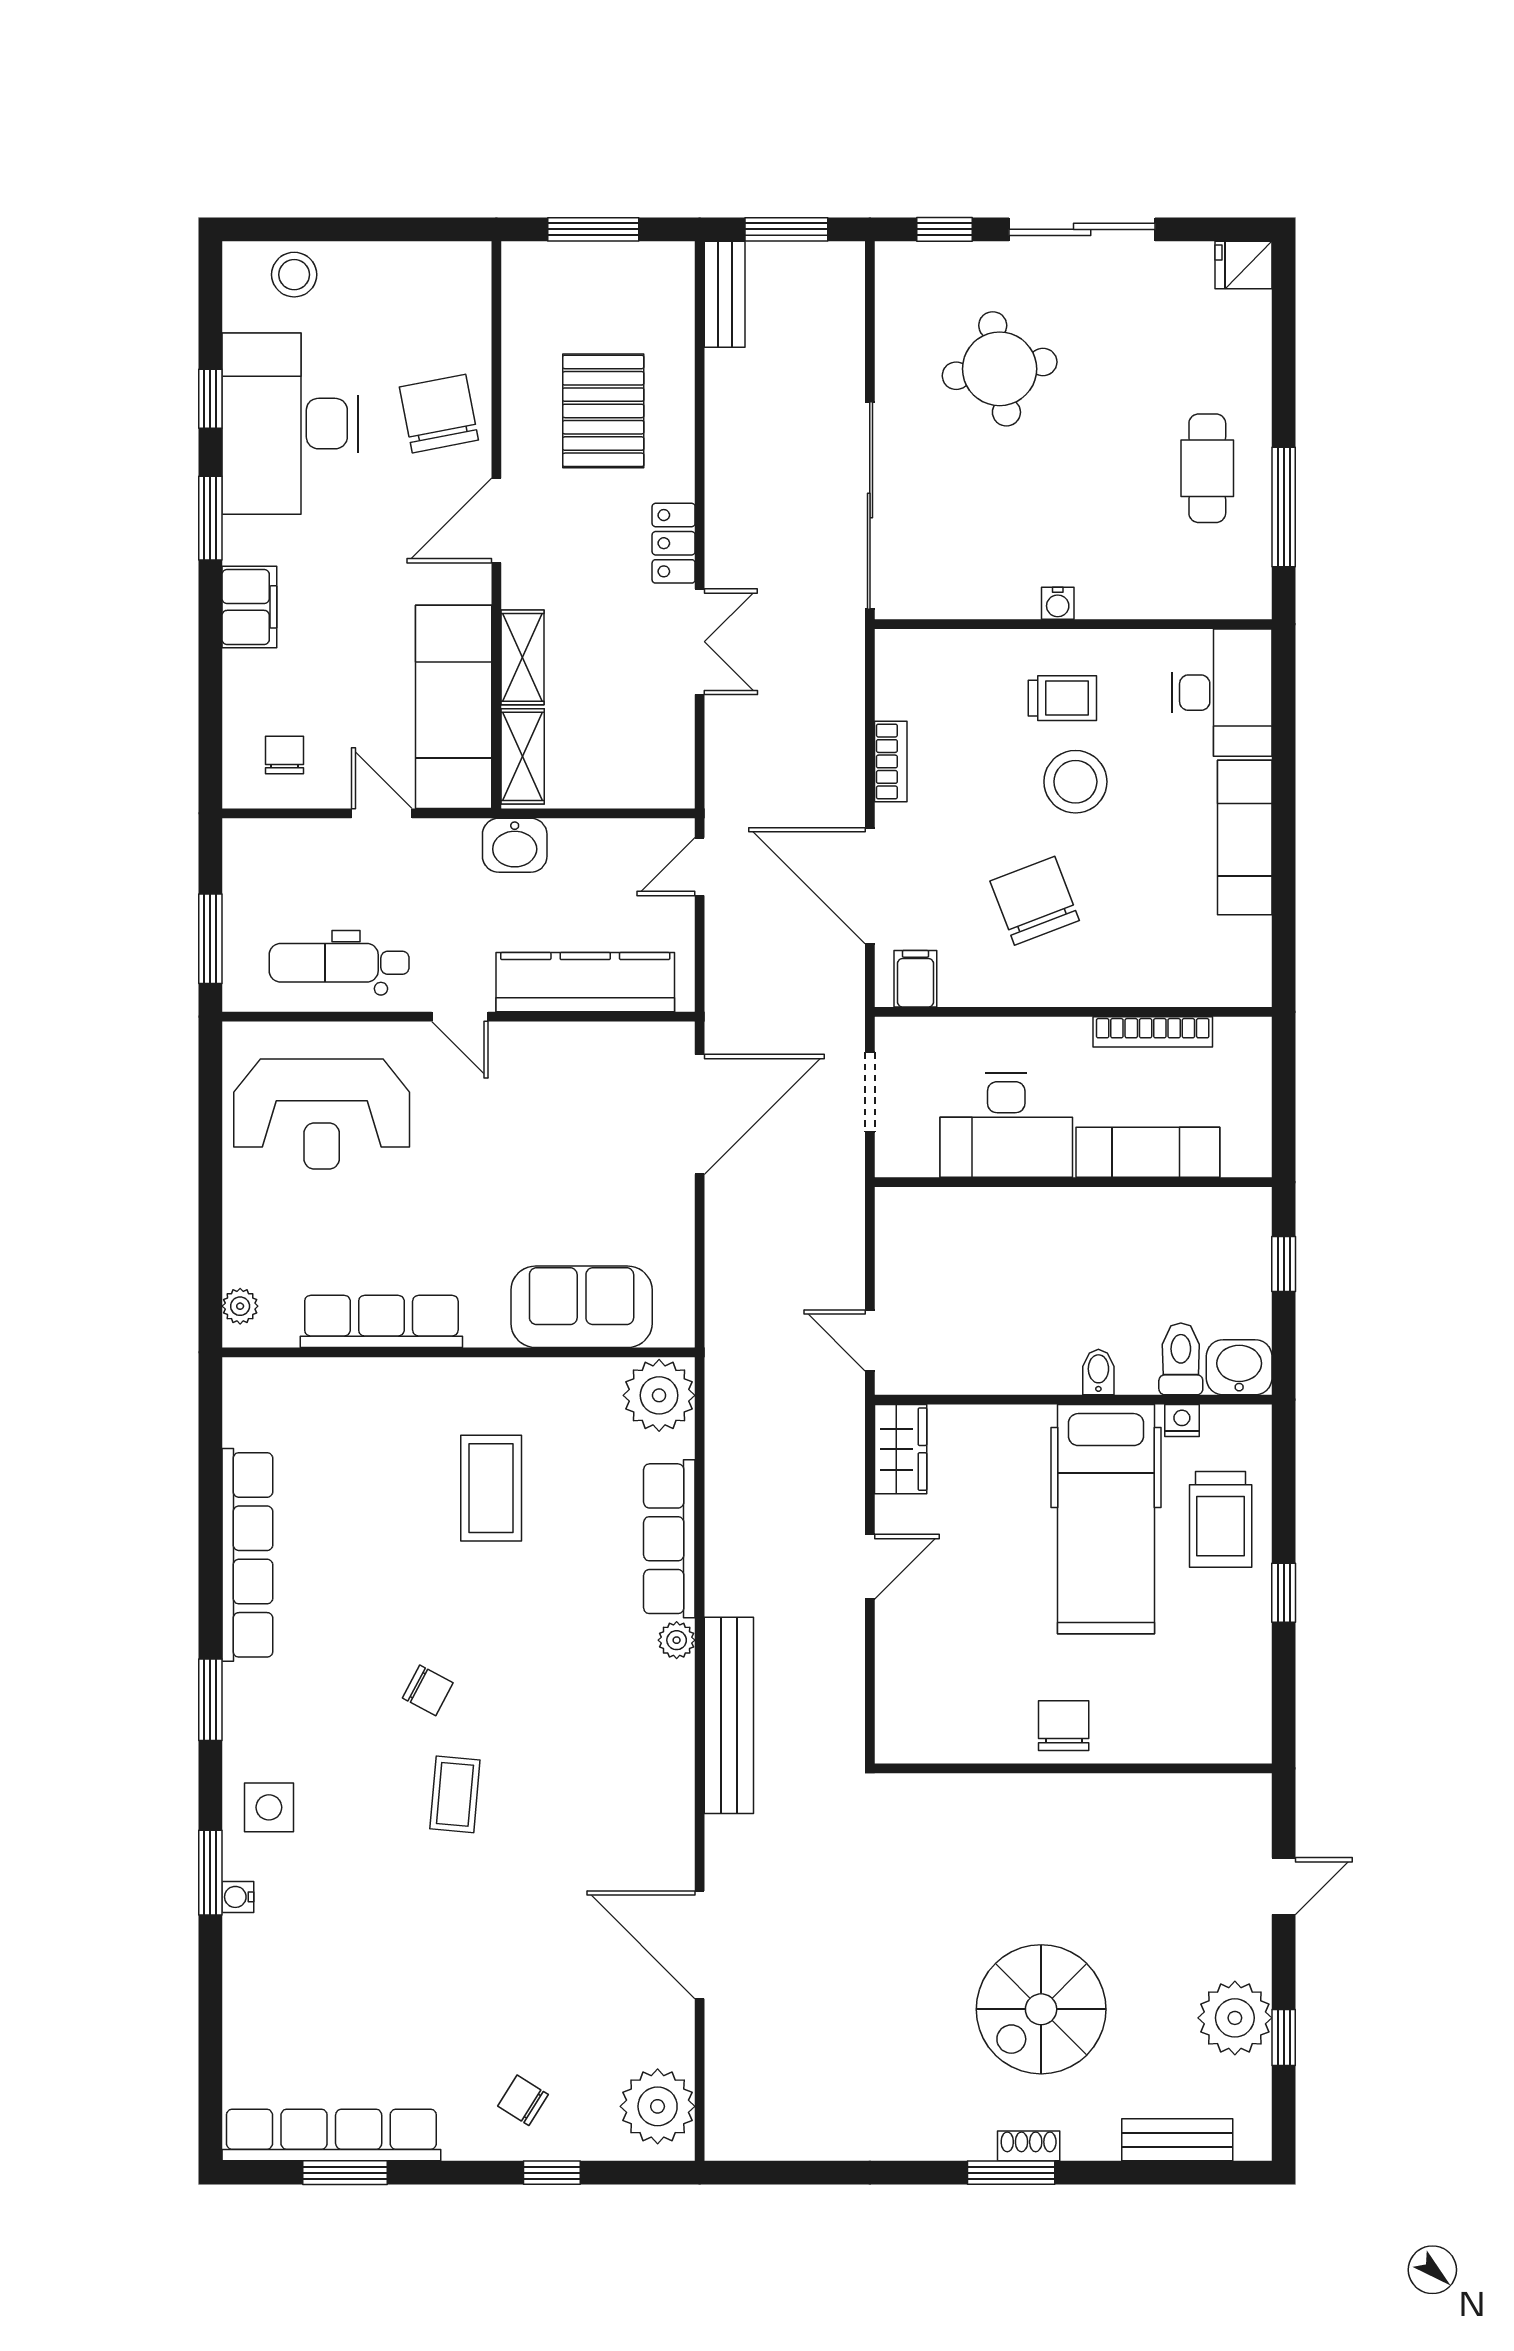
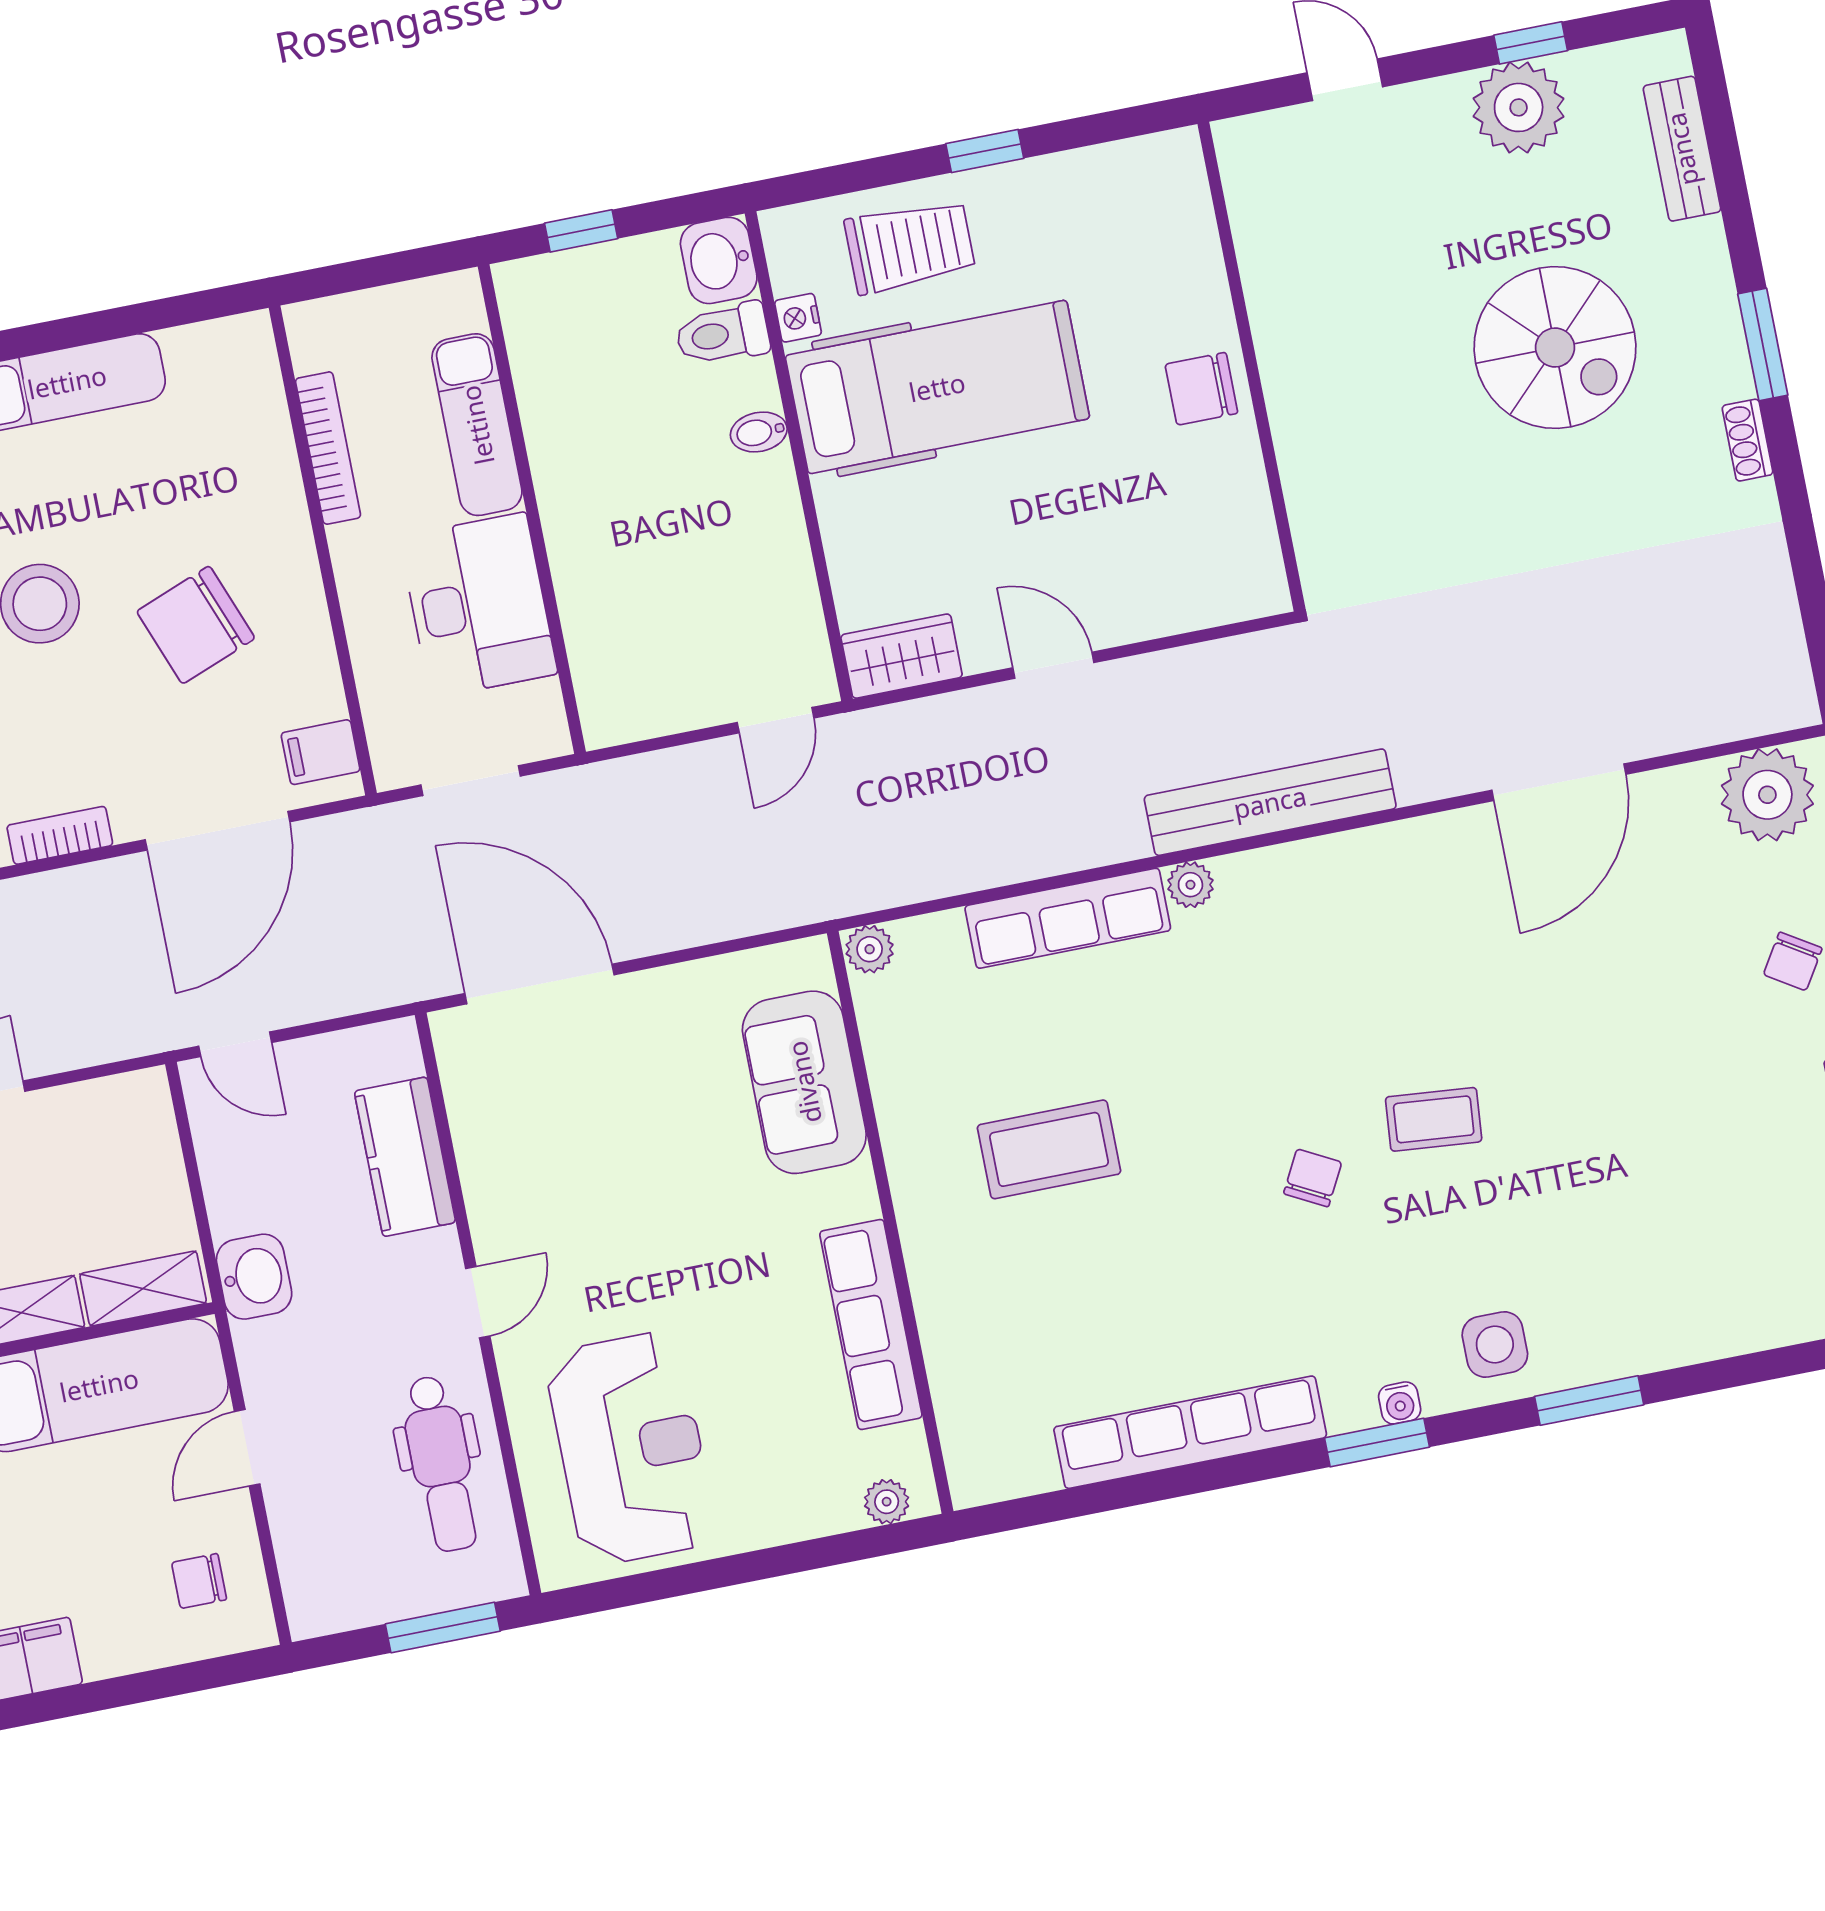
kitchen counter: (585, 982) -> (405, 1157), width x0.67
plant: (659, 1395) -> (870, 949), width x0.53, depth x0.53
water cooler: (238, 1897) -> (1400, 1403), moved
shoe rack: (1029, 2146) -> (1748, 440), moved

